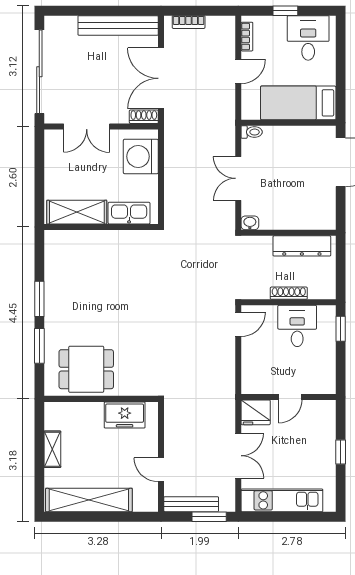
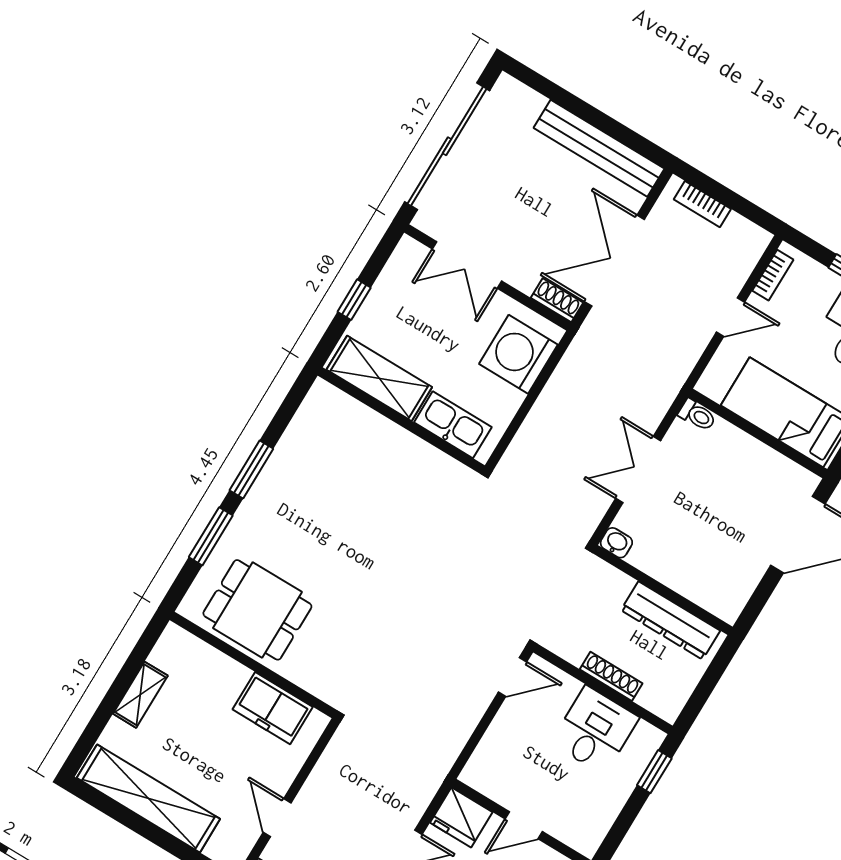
window: (39, 180) -> (354, 300), added

